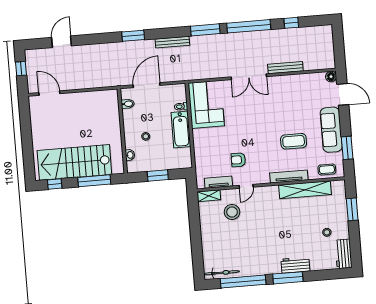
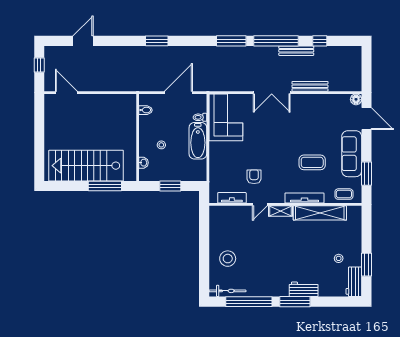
bench: (172, 42) -> (296, 51), moved
door: (147, 85) -> (178, 93), moved
armchair: (238, 160) -> (254, 177), turned 90
window: (55, 184) -> (64, 186), removed
shelving: (209, 196) -> (280, 211), moved
window: (352, 209) -> (366, 265), moved
stool: (232, 212) -> (228, 259), moved

